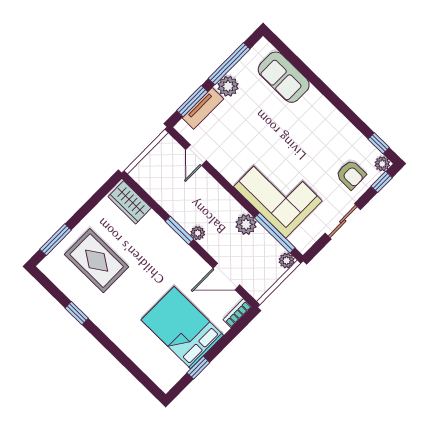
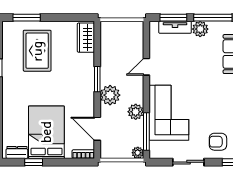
door: (196, 155) -> (146, 67), moved
armchair: (351, 175) -> (218, 142), turned 90
plant: (198, 233) -> (110, 95), width x1.88, depth x1.88
dresser: (174, 375) -> (17, 152), added

